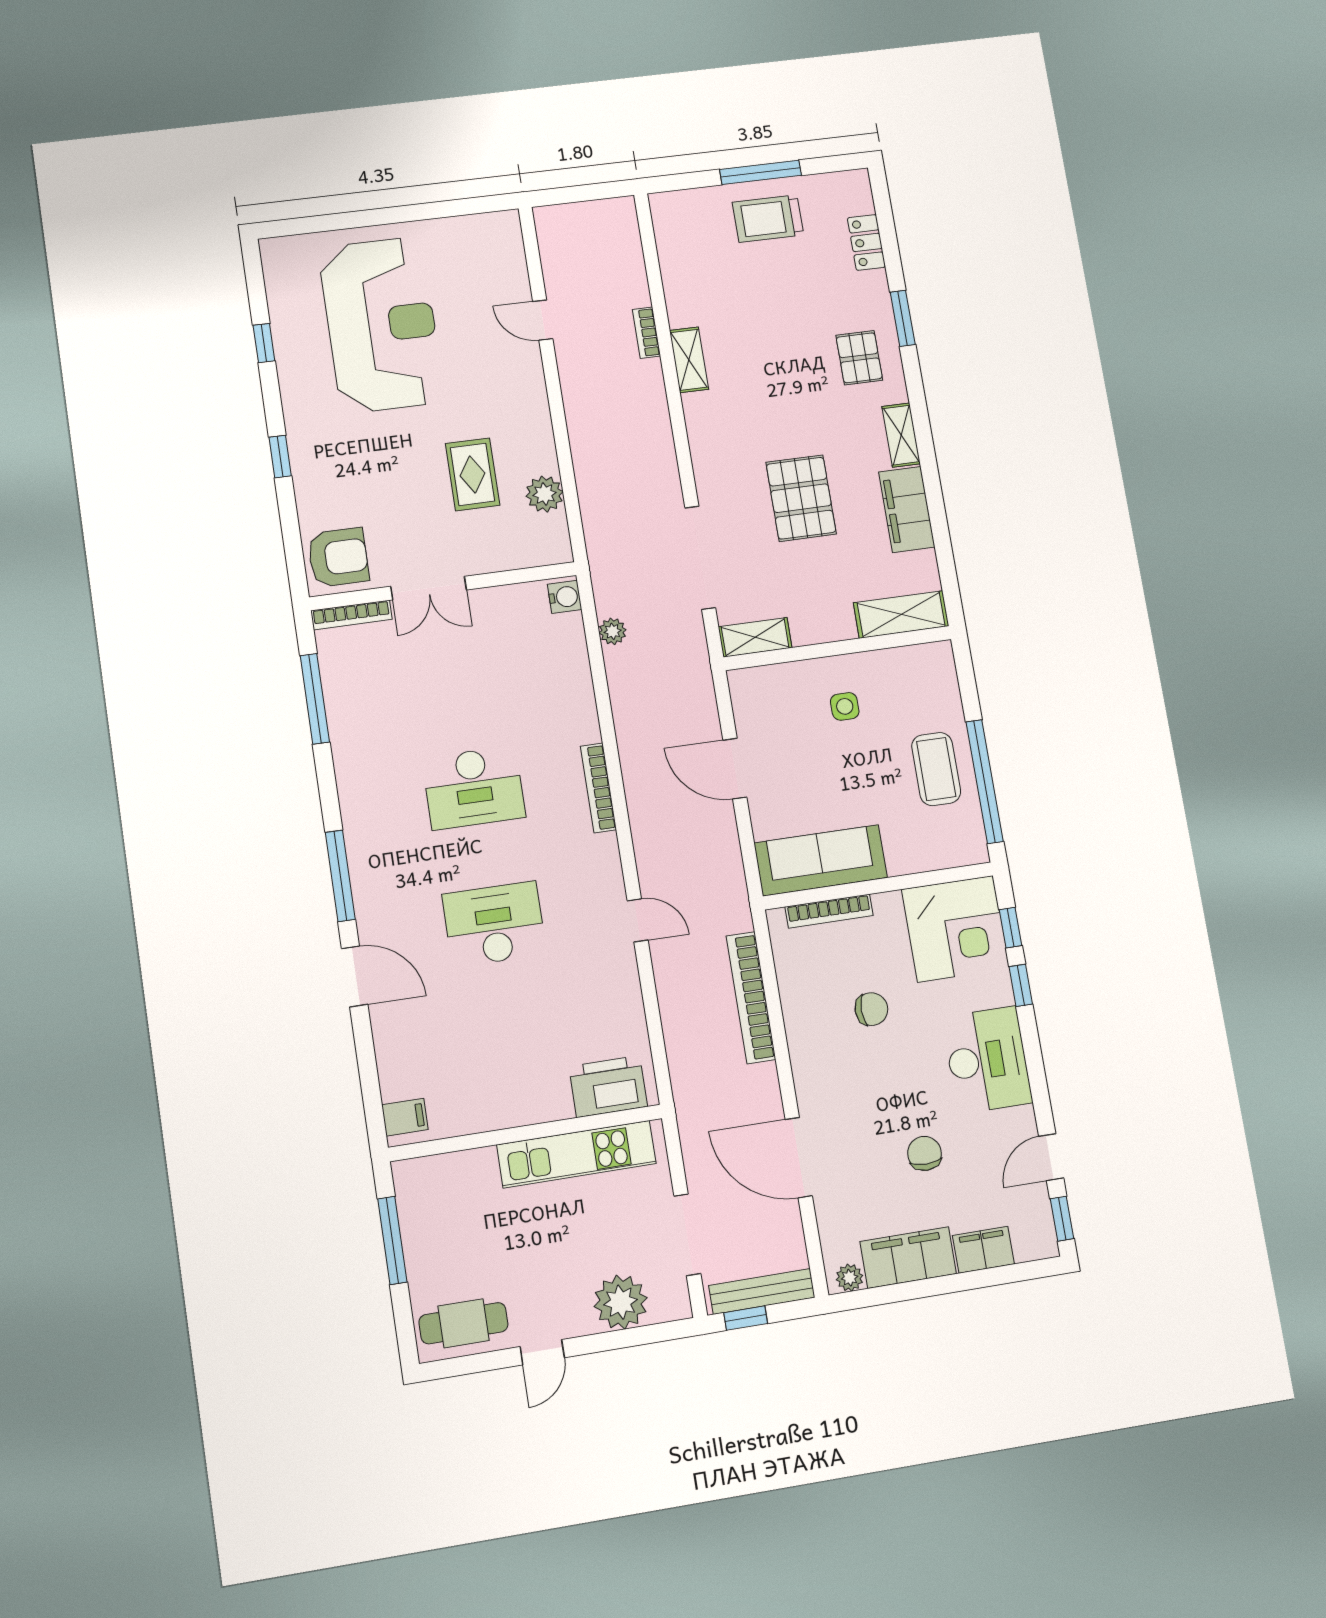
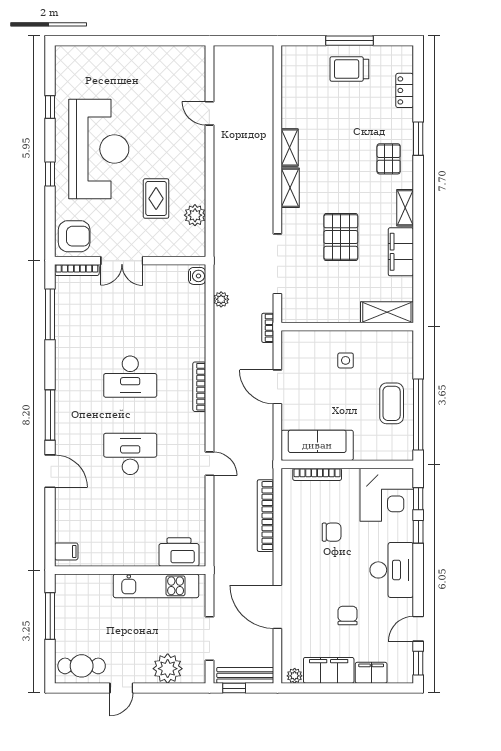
reception desk: (381, 325) -> (99, 149), moved
bookcase: (646, 333) -> (268, 328), moved
shelving: (755, 637) -> (290, 188), moved, turned 90

